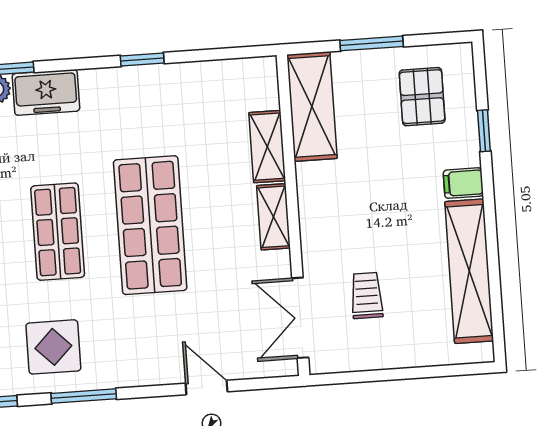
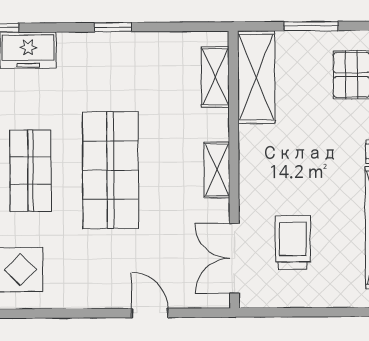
shelving: (267, 147) -> (215, 77), moved
trolley: (367, 295) -> (293, 243), width x1.36, depth x1.39
window: (84, 396) -> (44, 314), removed

